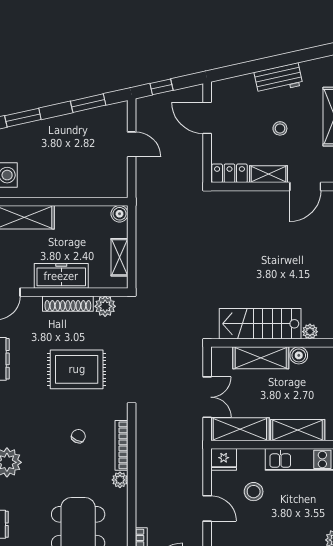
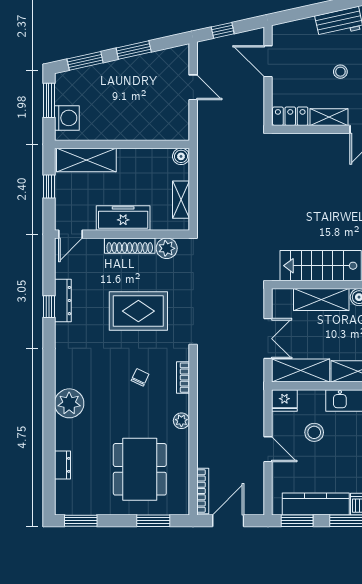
window: (88, 103) -> (134, 50), moved
bookcase: (122, 445) -> (183, 378), width x0.64

